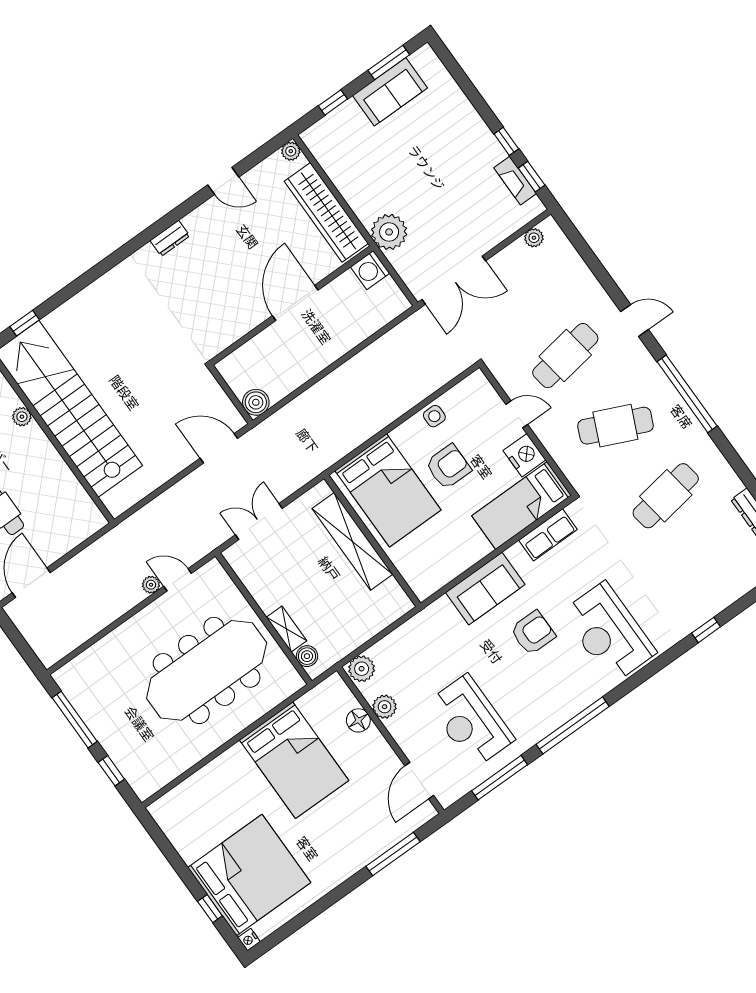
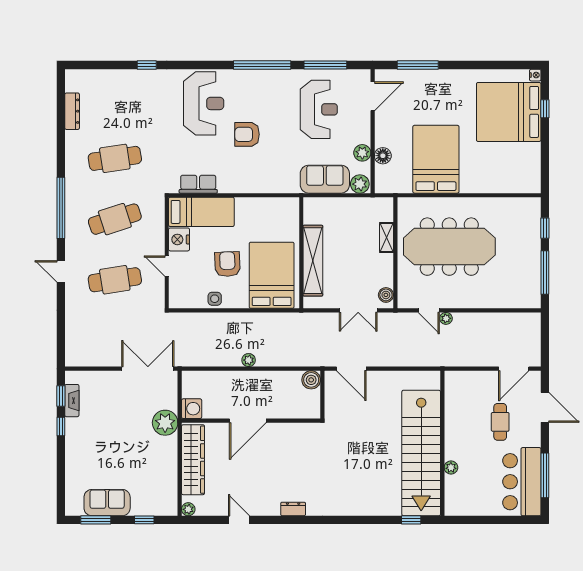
plant: (534, 238) -> (249, 360), moved
cafe table: (615, 426) -> (115, 219), turned -42
armchair: (448, 467) -> (227, 264), turned 88
sofa: (485, 589) -> (325, 179), moved
boiler: (307, 656) -> (386, 295), moved

